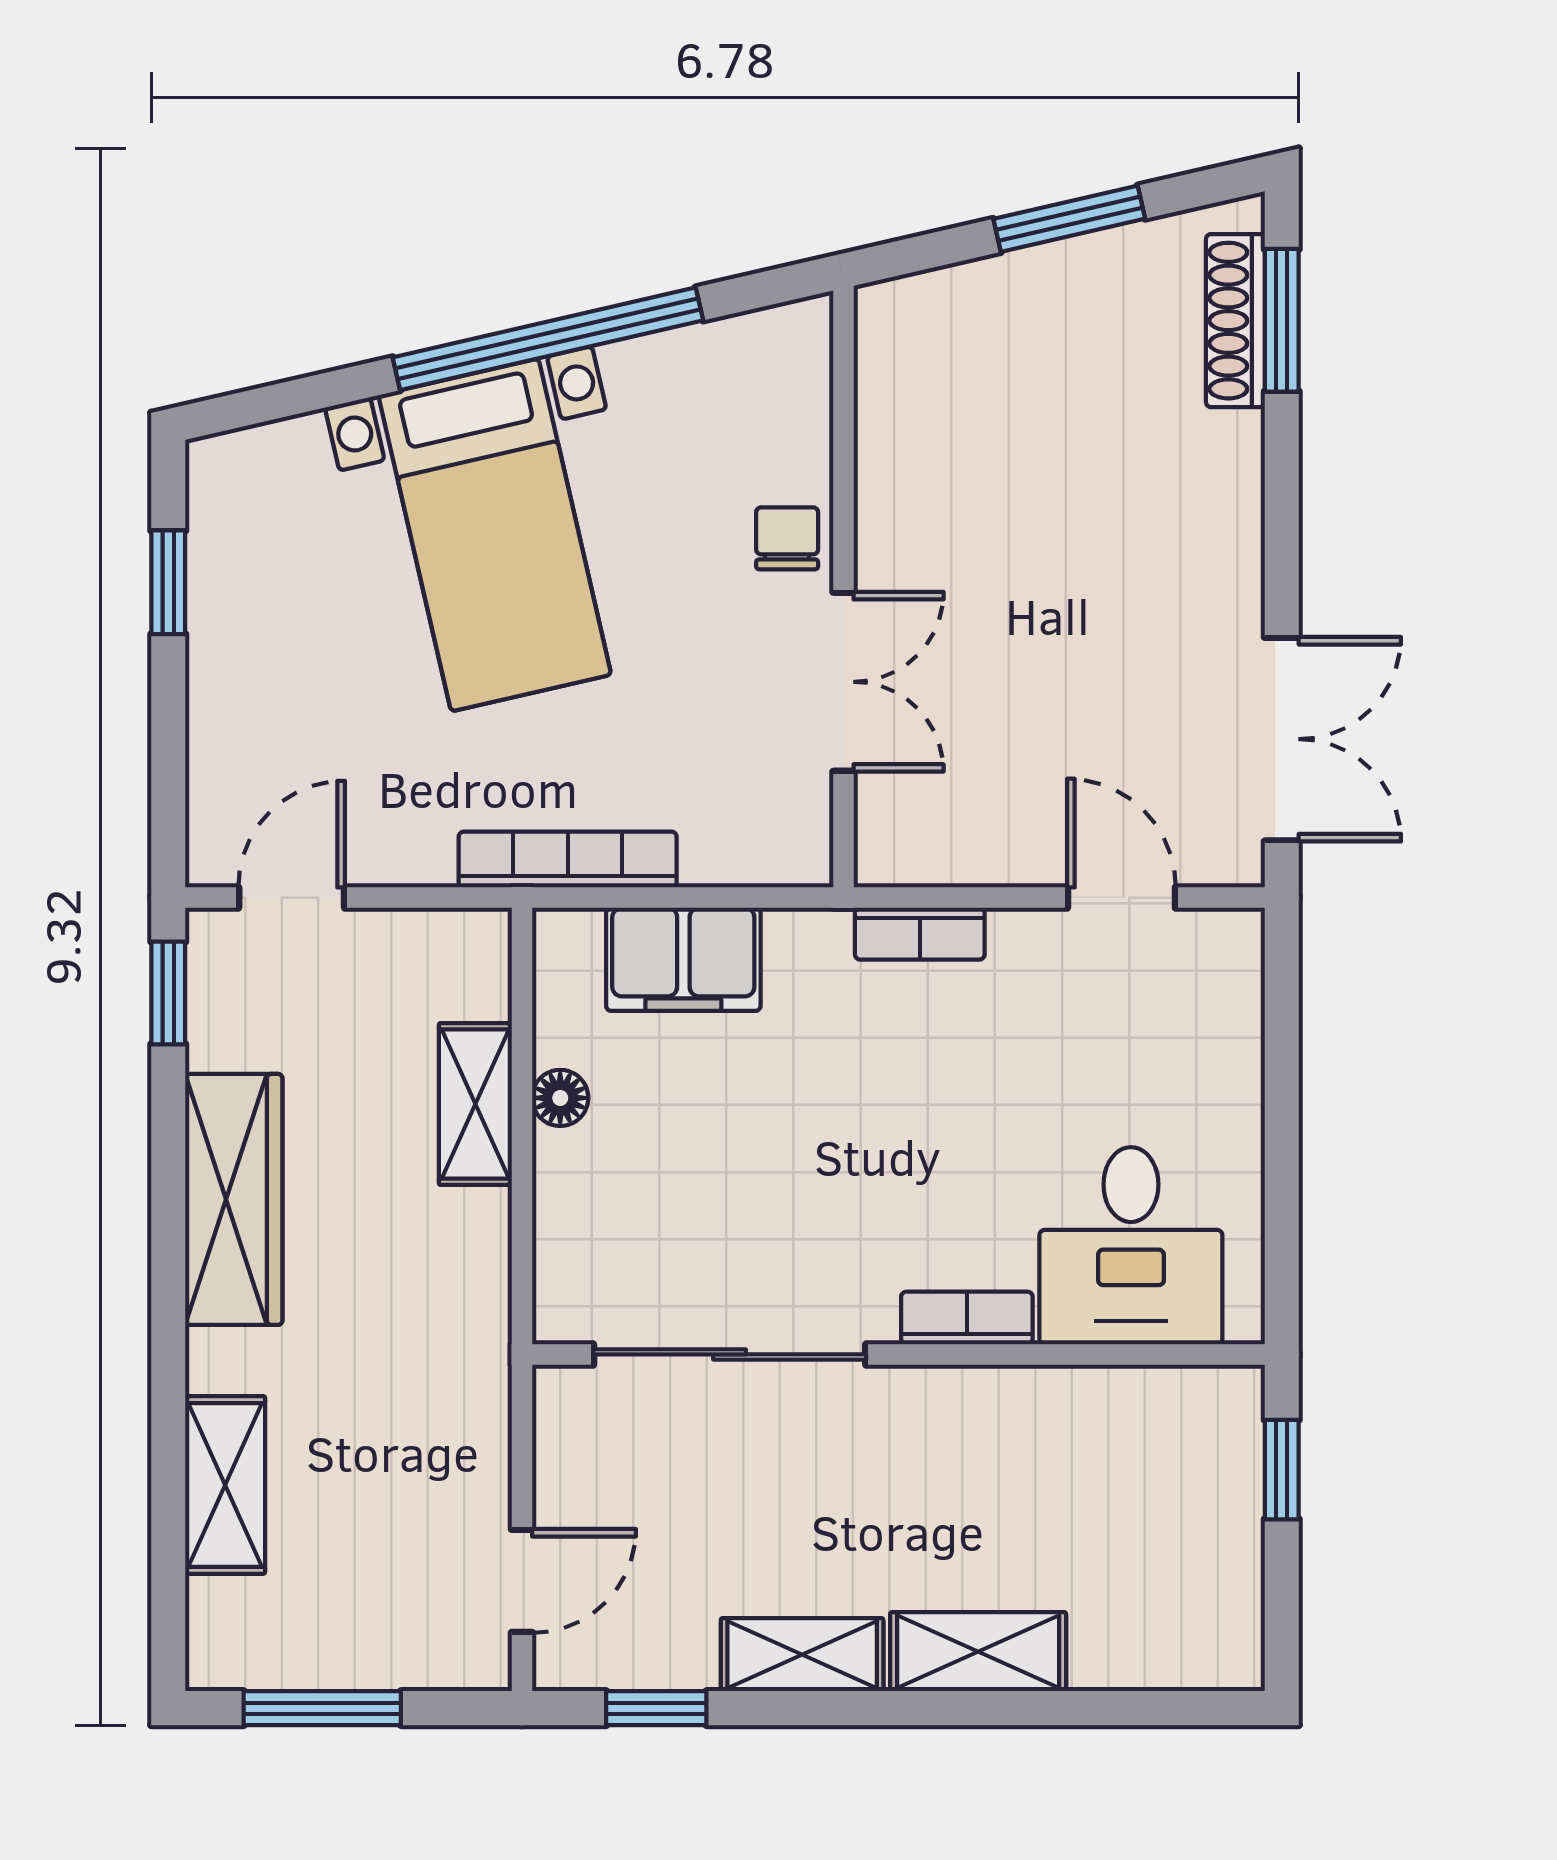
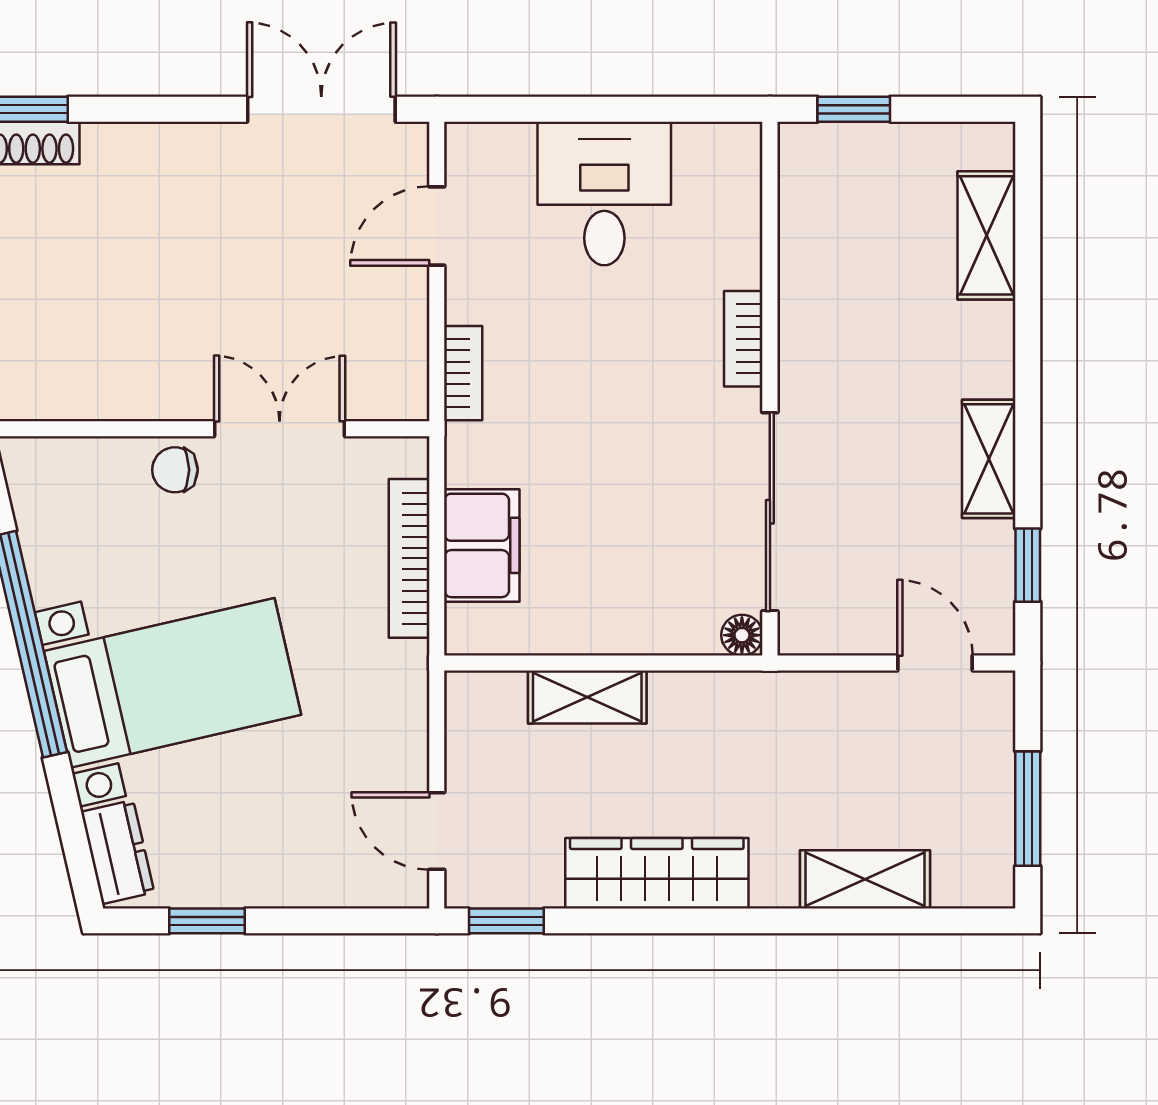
dresser: (263, 460) -> (118, 852), added
bookcase: (568, 860) -> (409, 558), moved
floor lamp: (560, 1098) -> (742, 635), moved
desk: (1131, 1246) -> (604, 193), moved, turned -90
shelving: (978, 1652) -> (986, 235), moved

